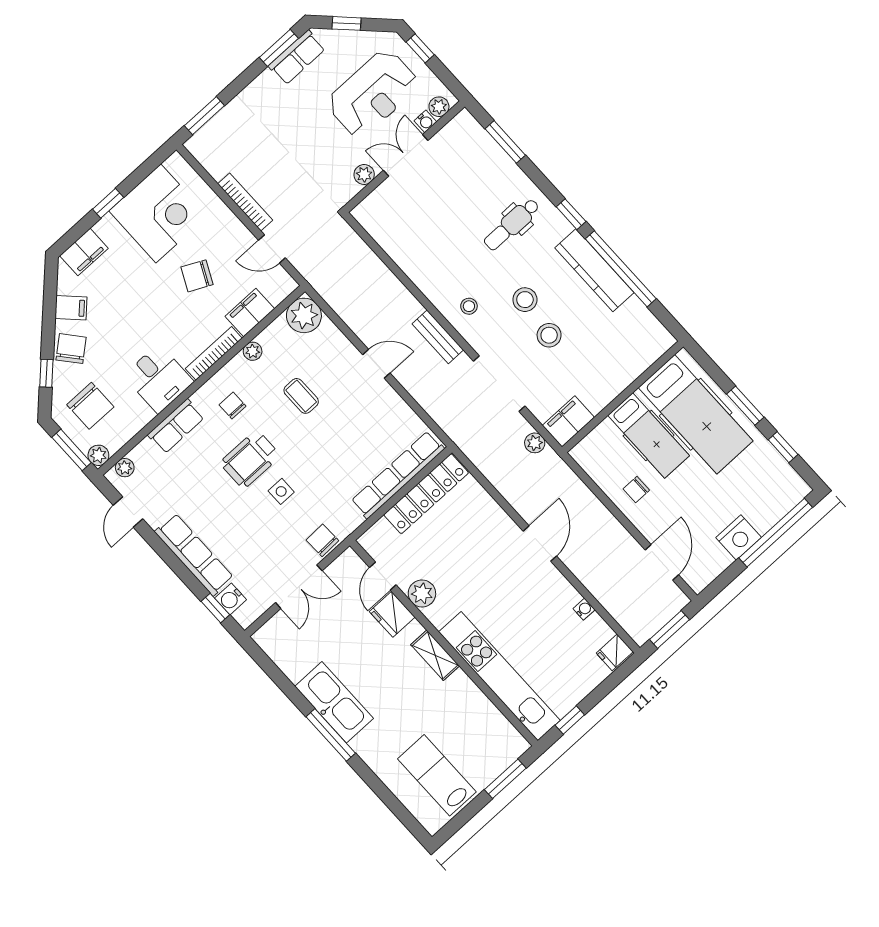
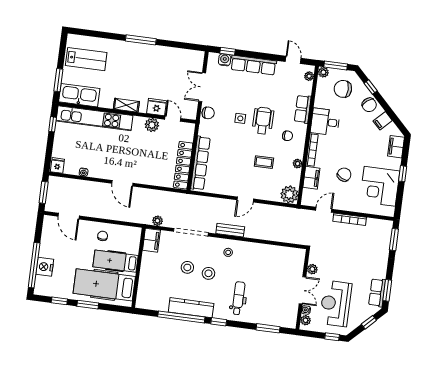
nightstand: (739, 538) -> (45, 267), moved
kitchen sink: (334, 702) -> (79, 95), moved, turned 180

